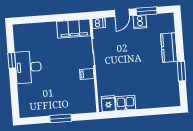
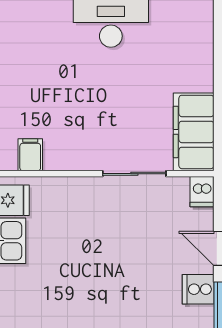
filing cabinet: (87, 74) -> (30, 155), moved

